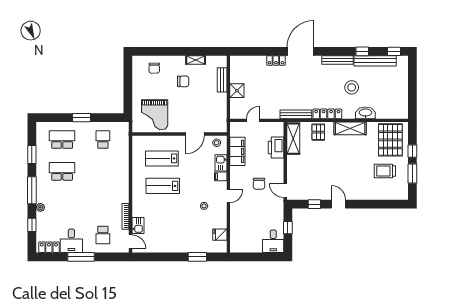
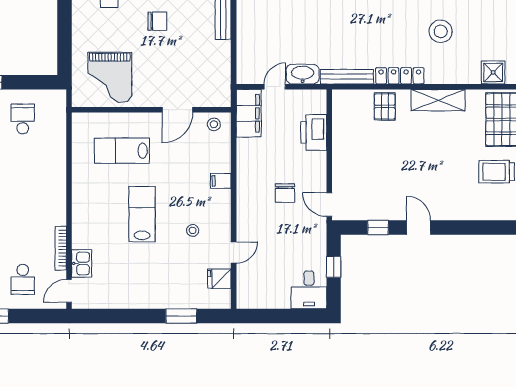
shower: (237, 91) -> (493, 72), moved
washbasin: (365, 113) -> (303, 74), moved
shelving: (293, 139) -> (343, 117), removed
filing cabinet: (237, 151) -> (249, 113), moved
kitchen sink: (221, 163) -> (221, 158), removed
lab bench: (163, 186) -> (142, 214), moved, turned 90
door: (228, 196) -> (234, 252), moved
door: (130, 242) -> (69, 291), swing flipped

